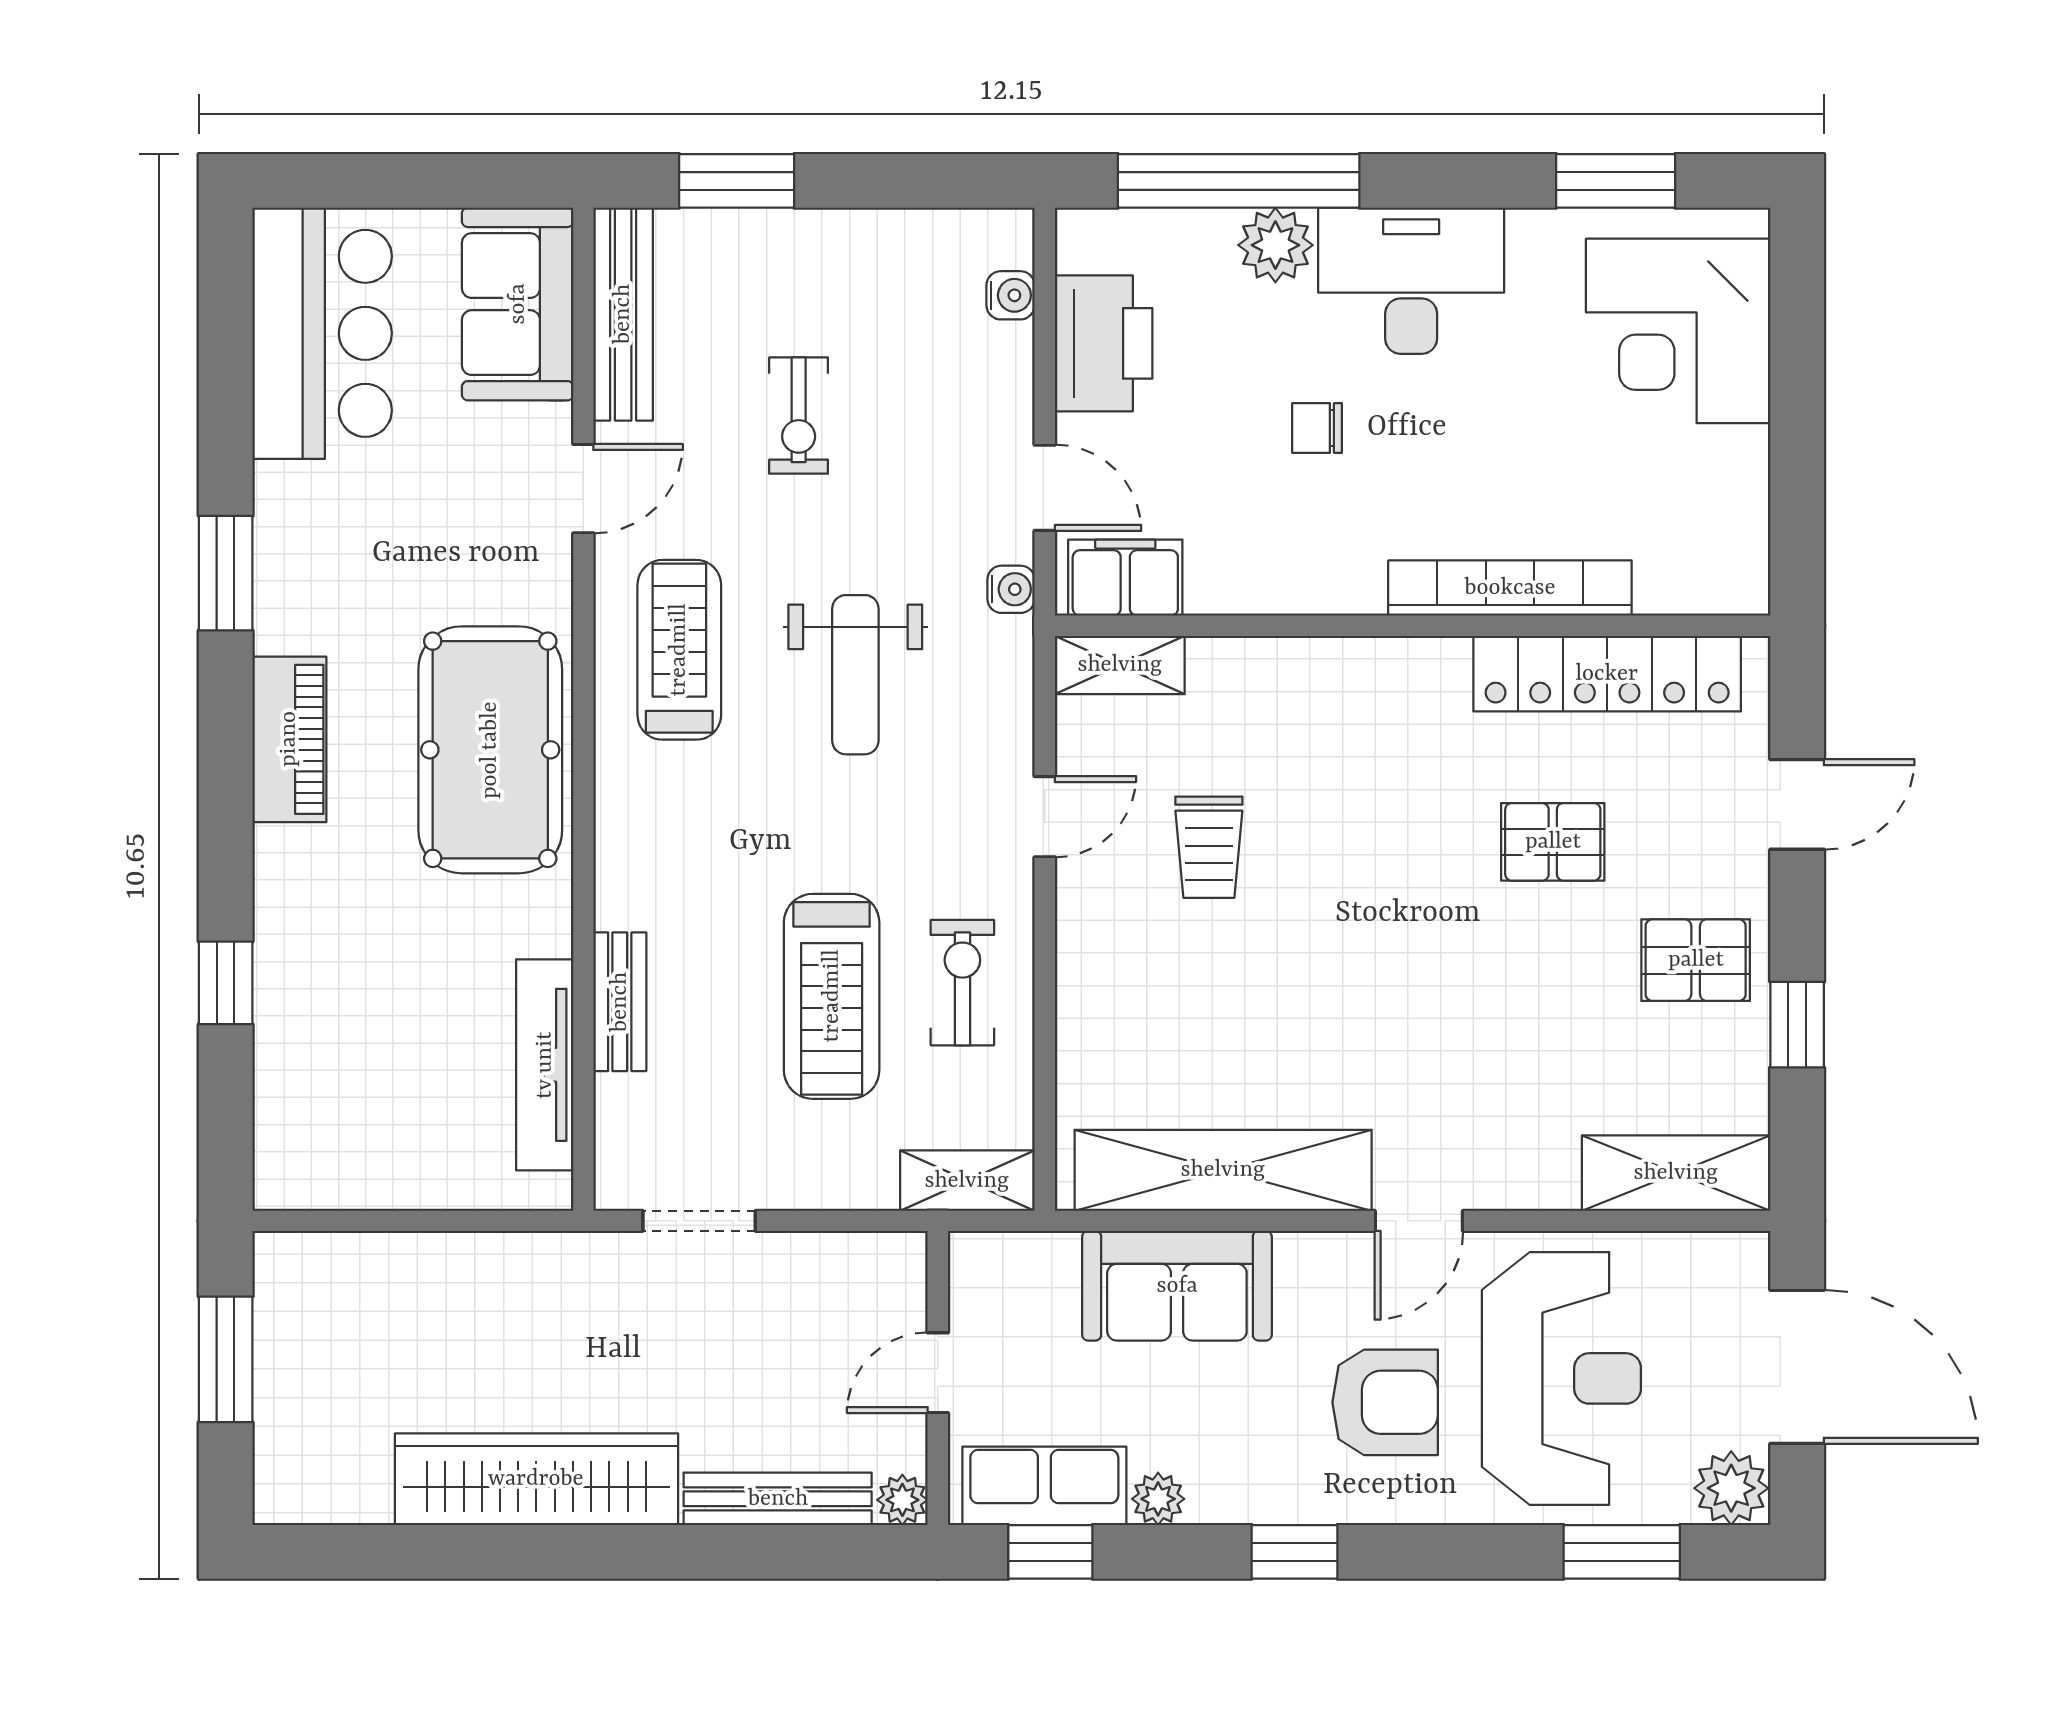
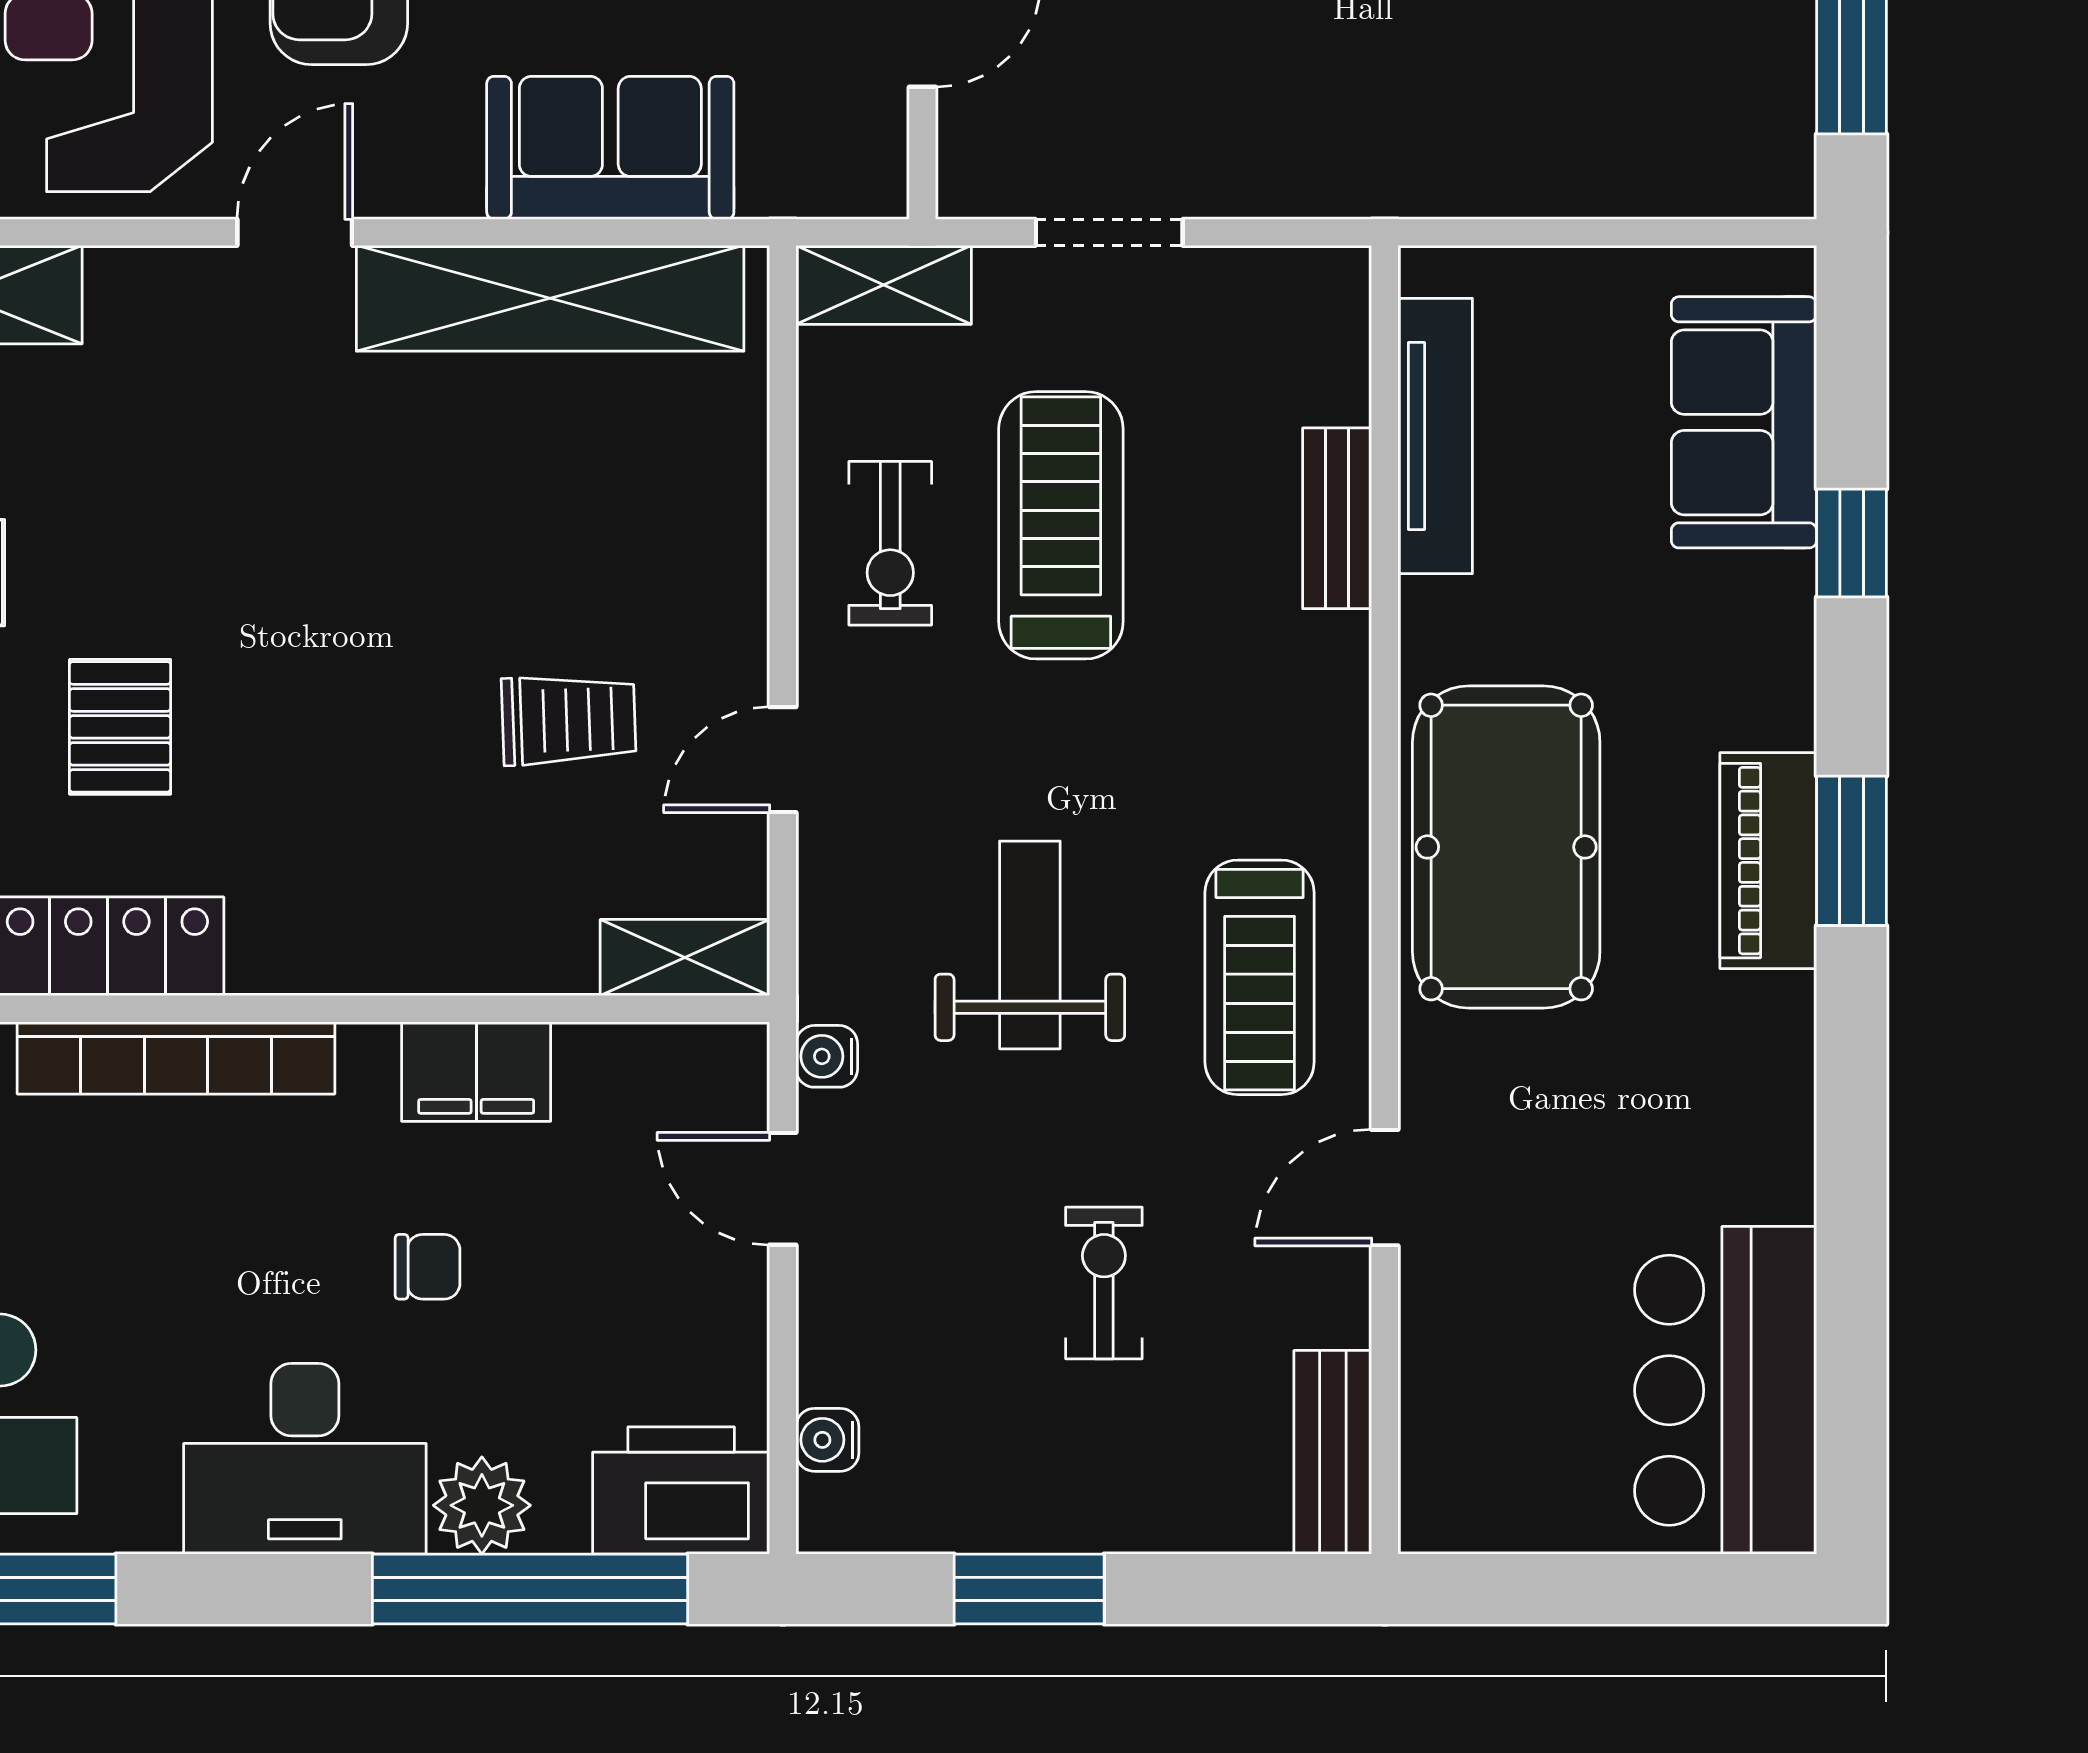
window: (737, 181) -> (1029, 1589), moved
sofa: (518, 304) -> (1744, 422), moved, turned 180
bench: (623, 314) -> (1333, 1452), width x0.73
printer: (1104, 343) -> (681, 1490), moved, turned 90
window: (226, 573) -> (1851, 851), moved
filing cabinet: (1125, 578) -> (476, 1072), moved
pallet: (1553, 842) -> (120, 727), turned 90
trolley: (1209, 847) -> (569, 720), turned 88
doorway: (699, 1221) -> (1109, 232), moved

